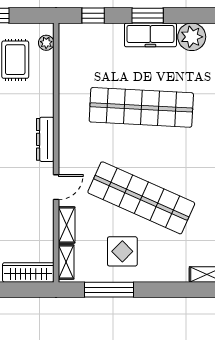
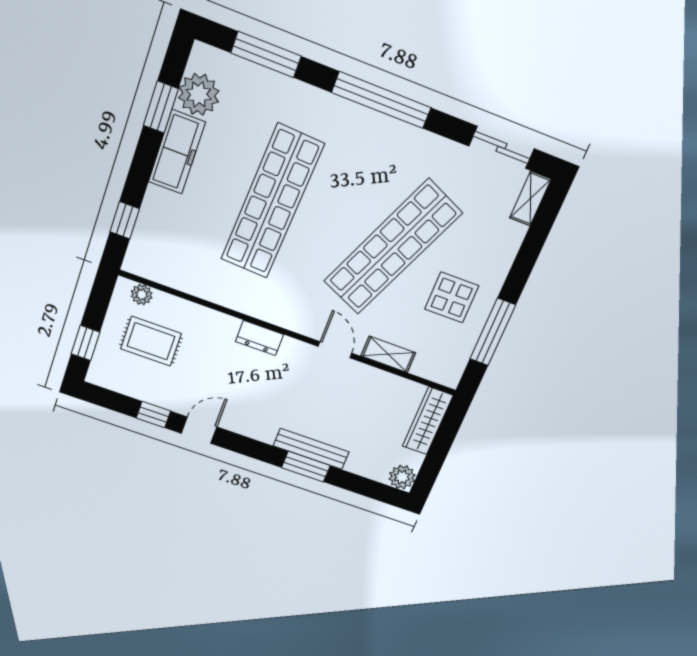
window: (148, 16) -> (161, 107), moved
dresser: (45, 139) -> (259, 338), width x0.70
shelving: (66, 262) -> (435, 372), removed

